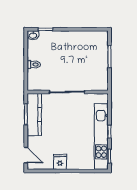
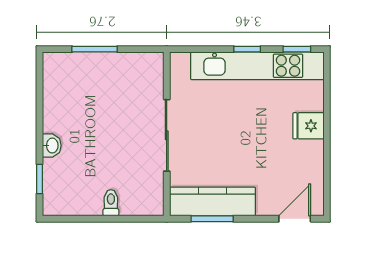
washbasin: (33, 35) -> (52, 146), moved
fridge: (60, 162) -> (308, 126), moved

